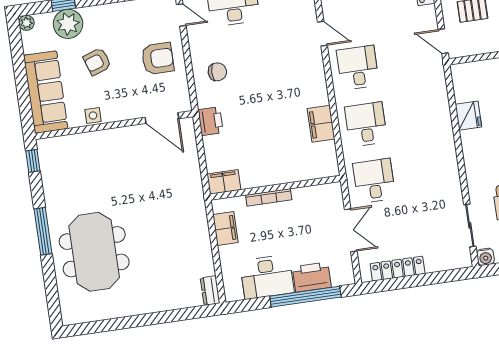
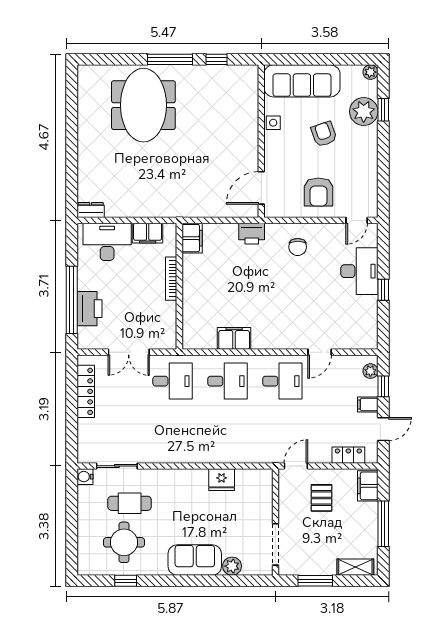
window: (33, 161) -> (217, 59), moved
meeting table: (94, 252) -> (143, 105), turned 90
desk: (267, 277) -> (107, 242), moved, turned 90

